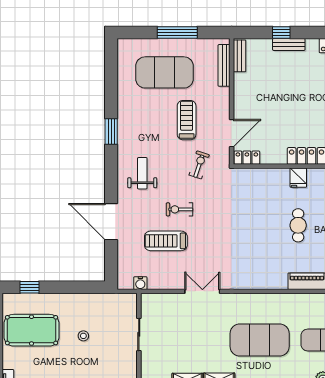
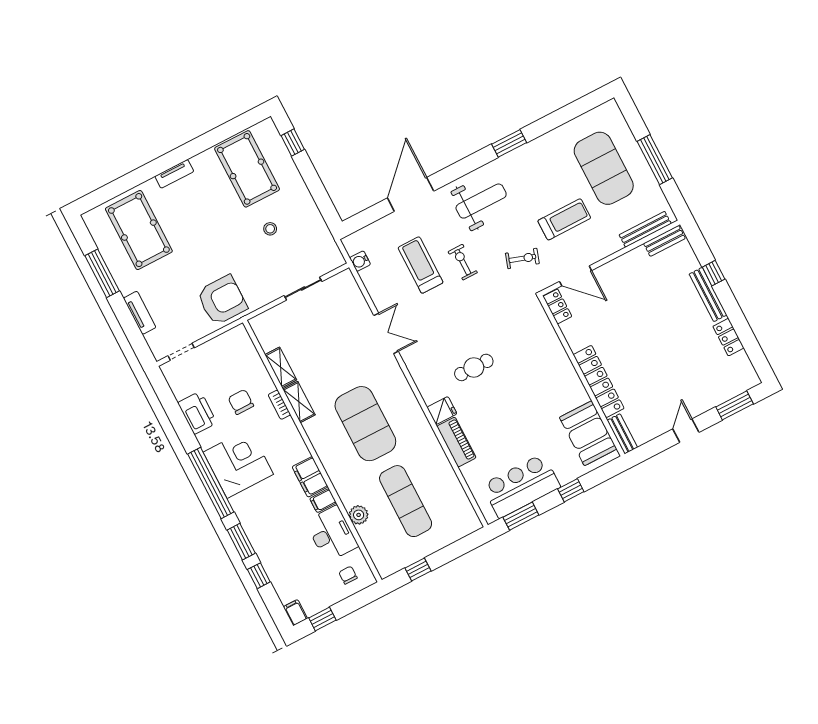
bench: (289, 44) -> (708, 294), width x1.36
weight bench: (142, 173) -> (481, 201), width x1.36, depth x1.33
fridge: (298, 178) -> (442, 411), moved, turned 180
cafe table: (298, 225) -> (474, 367), moved

